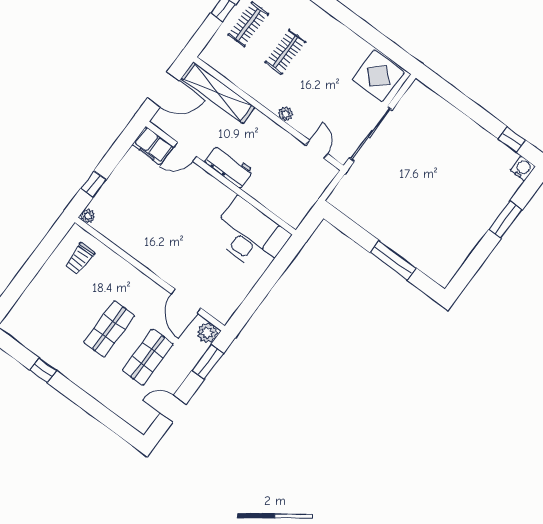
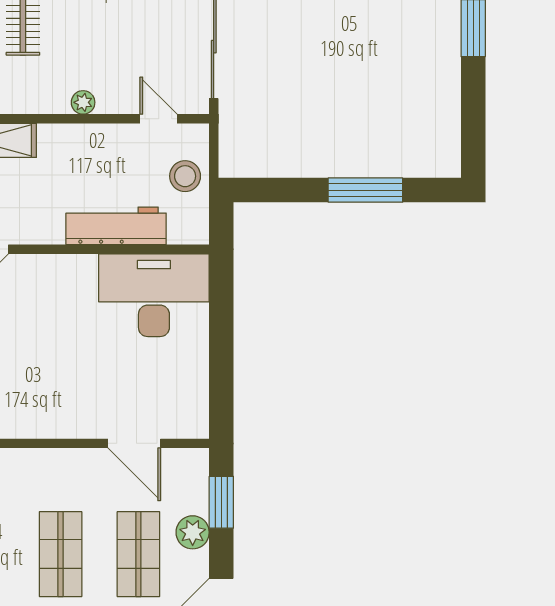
workbench: (229, 166) -> (116, 226), moved, width x1.38
stool: (309, 187) -> (185, 176), added
plant: (207, 333) -> (193, 532), moved

